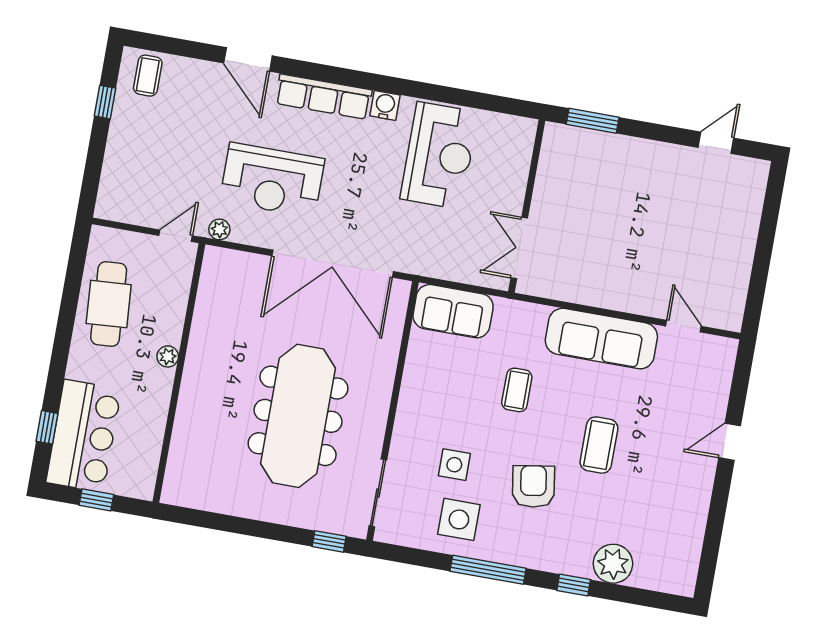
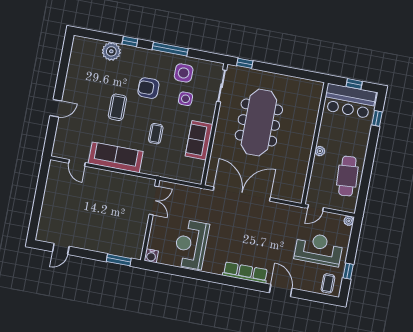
water cooler: (385, 105) -> (151, 256), moved
reception desk: (272, 180) -> (319, 249), moved
plant: (219, 229) -> (349, 221), moved
sofa: (453, 311) -> (199, 140), moved, turned -90
bar counter: (84, 436) -> (349, 101), moved, turned -90
armchair: (533, 486) -> (148, 88), turned 99

